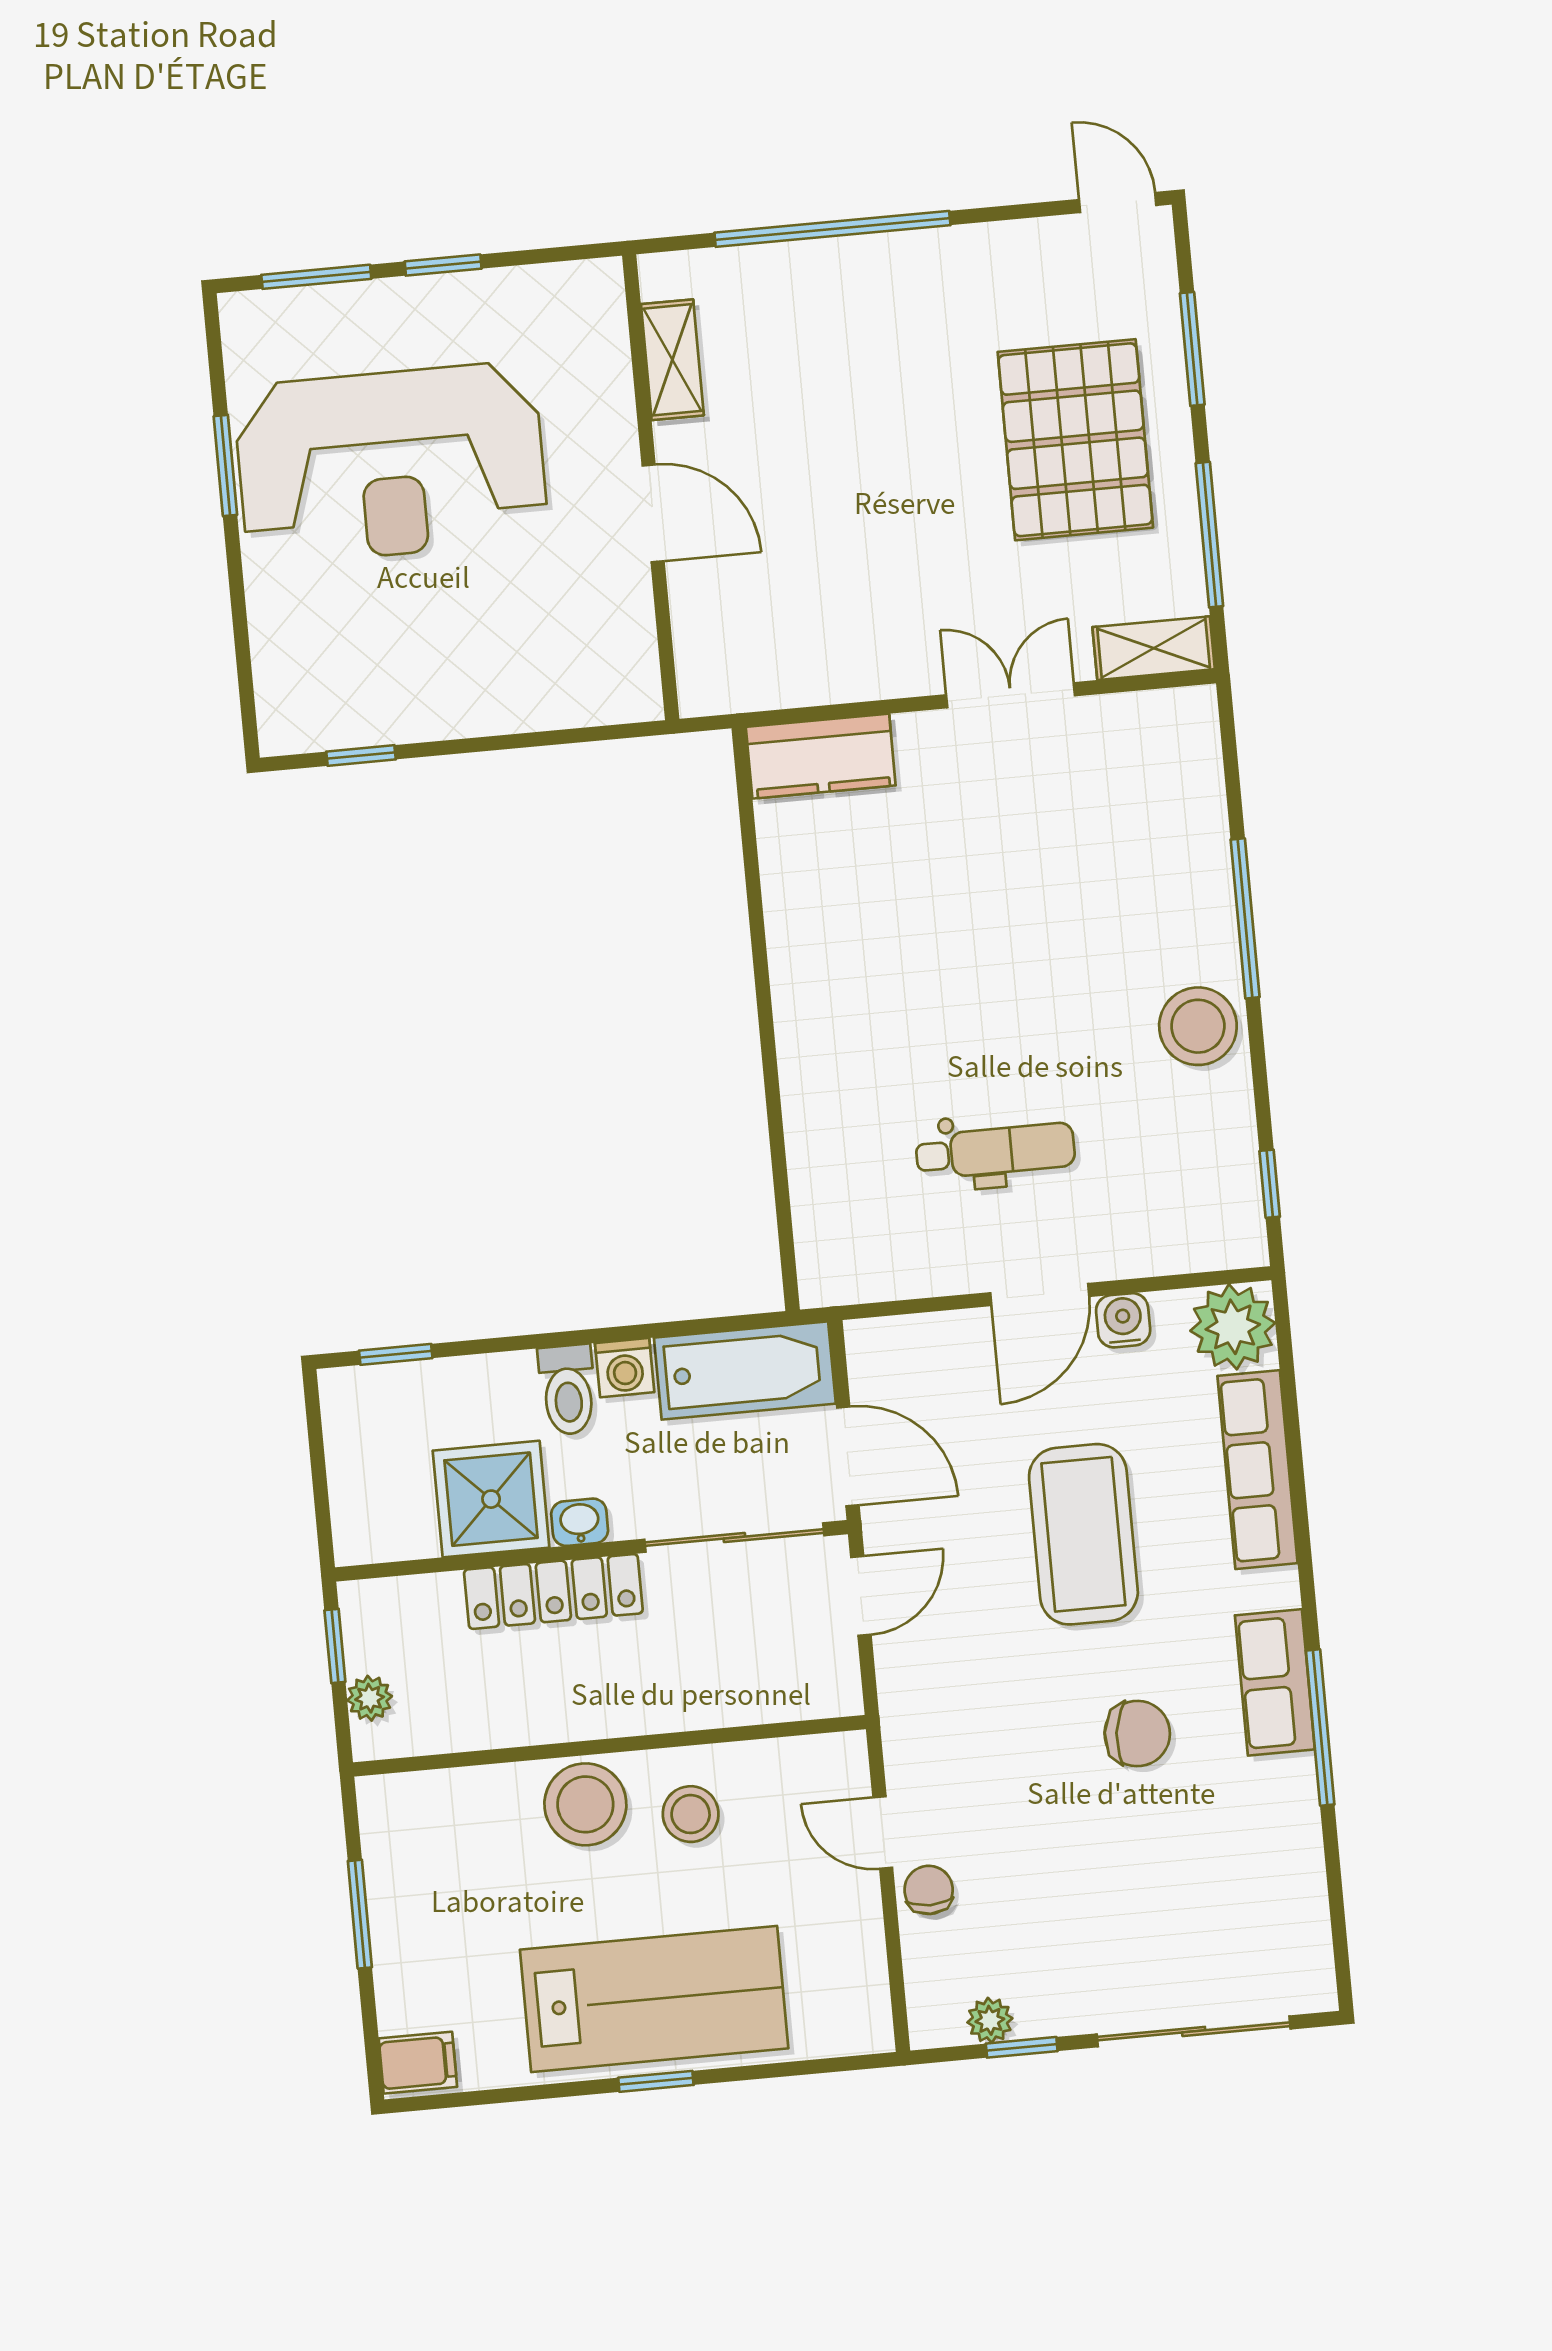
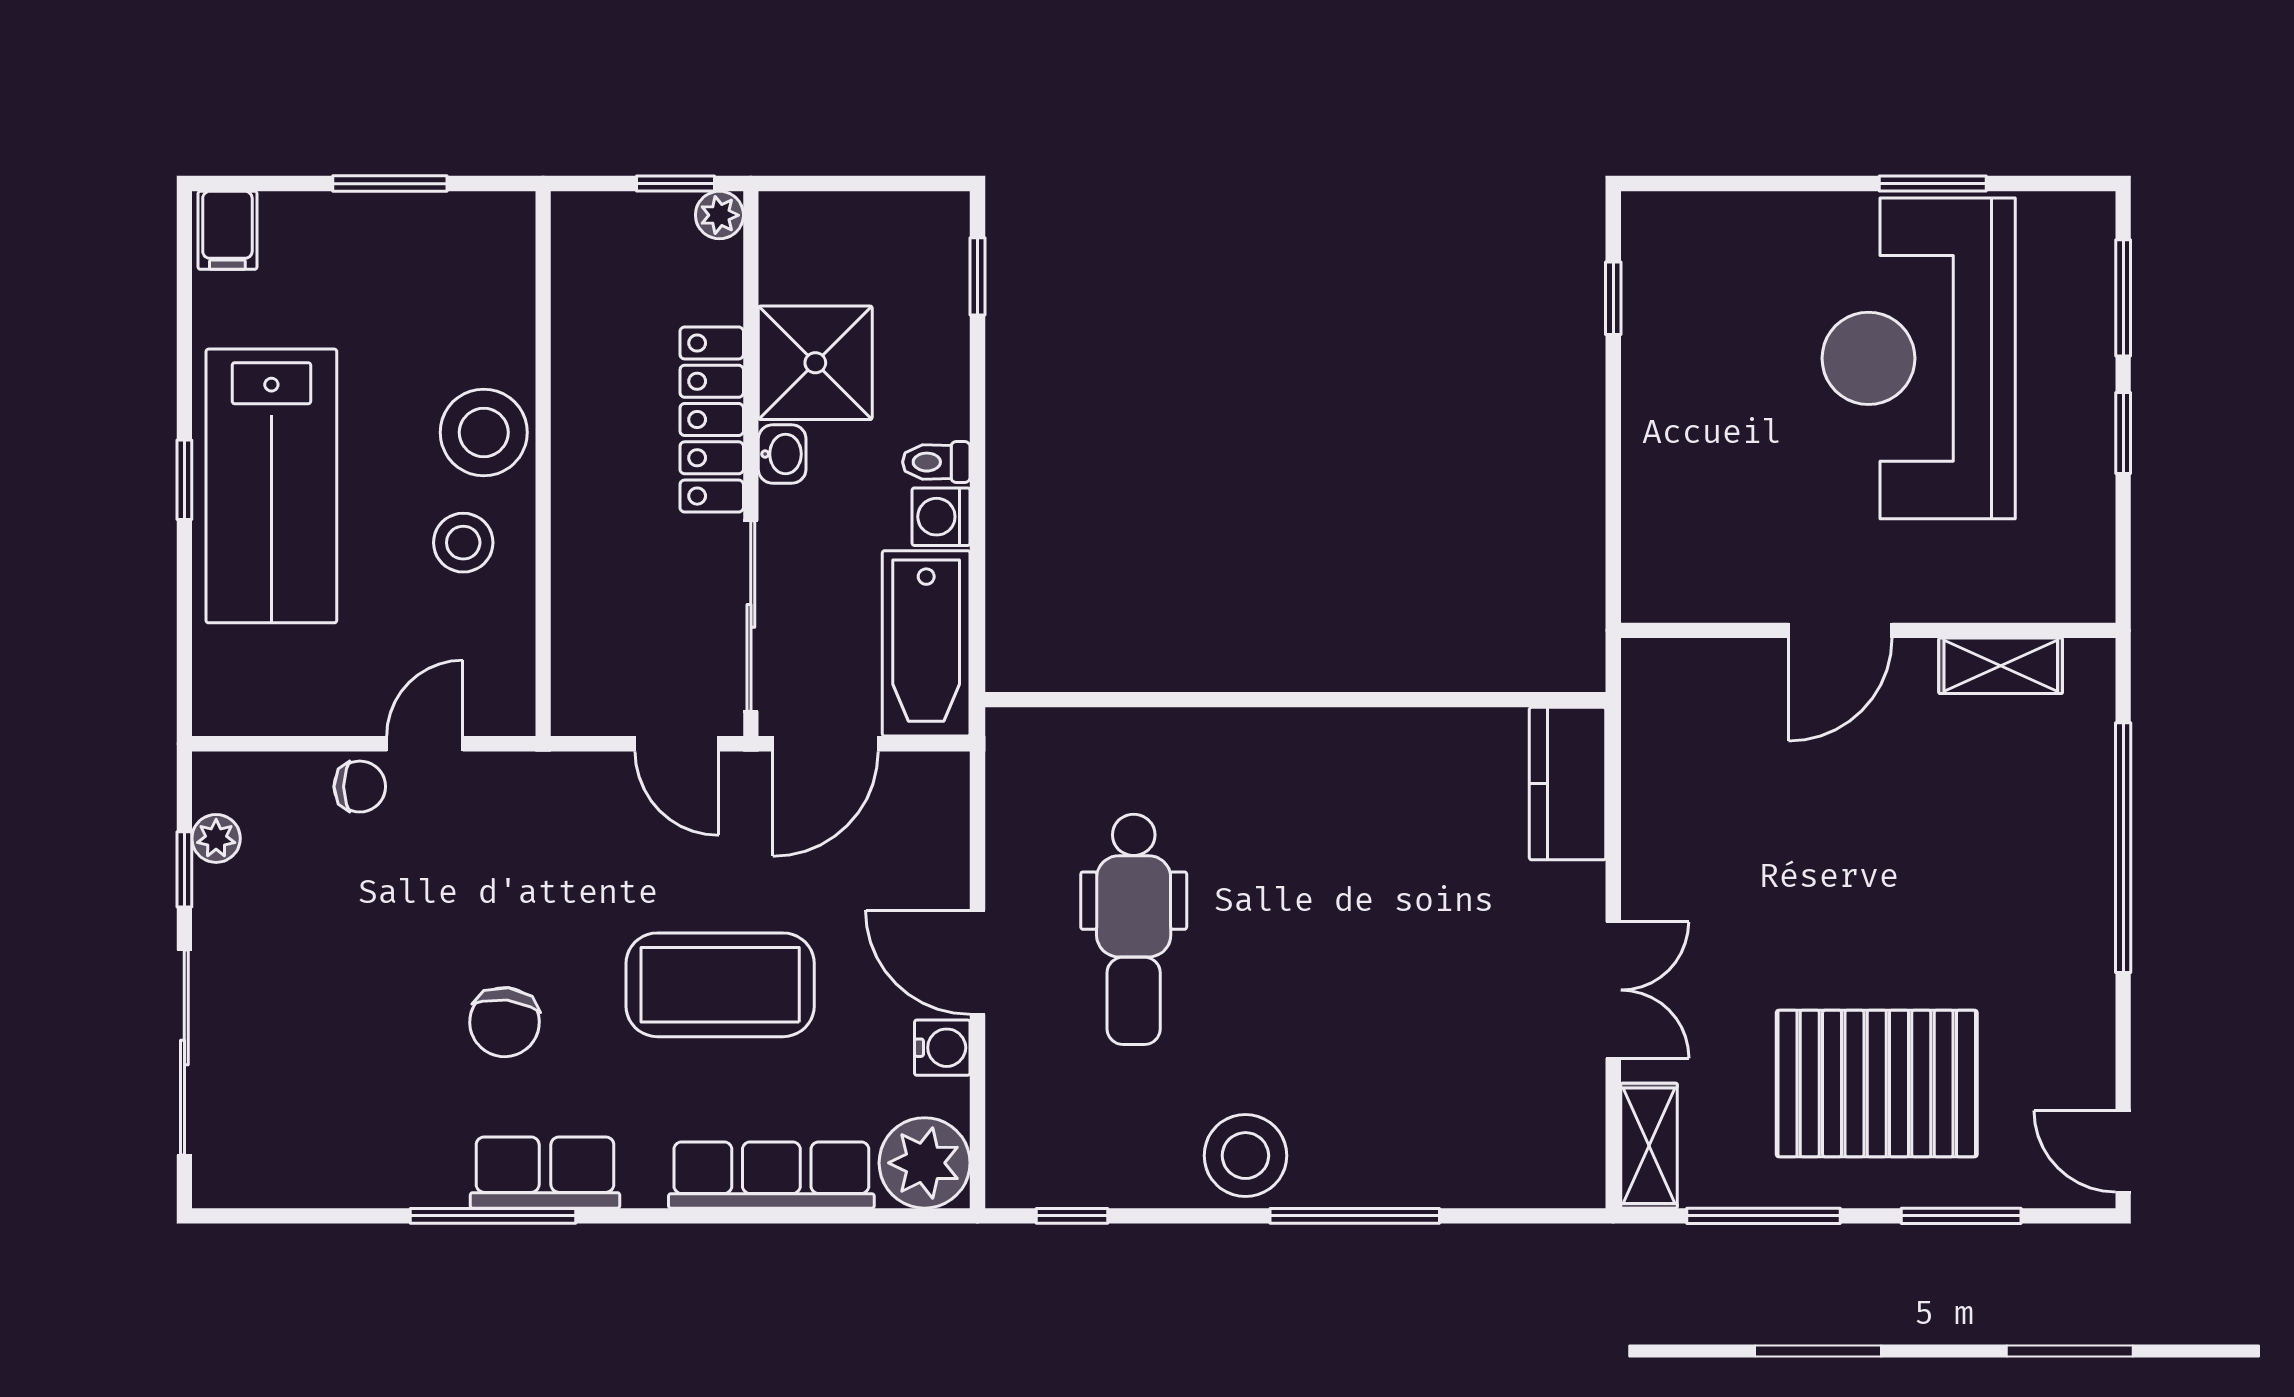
door: (1118, 202) -> (2123, 1151), swing flipped
dental chair: (995, 1151) -> (1134, 929), width x1.36, depth x1.38
toilet: (568, 1390) -> (936, 462), width x0.73, depth x0.72
plant: (370, 1698) -> (719, 215), moved

